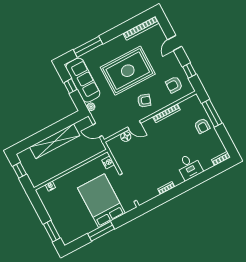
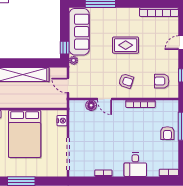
rug: (128, 71) -> (126, 45), width x0.54, depth x0.49
window: (70, 86) -> (65, 48), moved
bed: (101, 201) -> (25, 134), moved, turned 180

